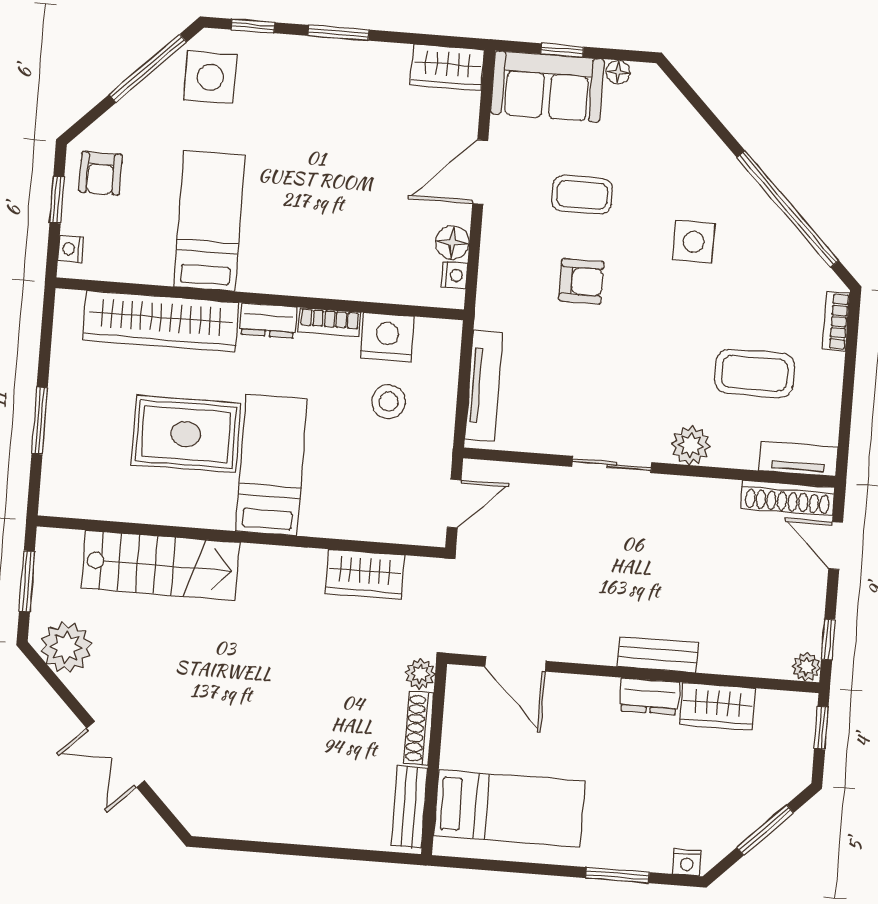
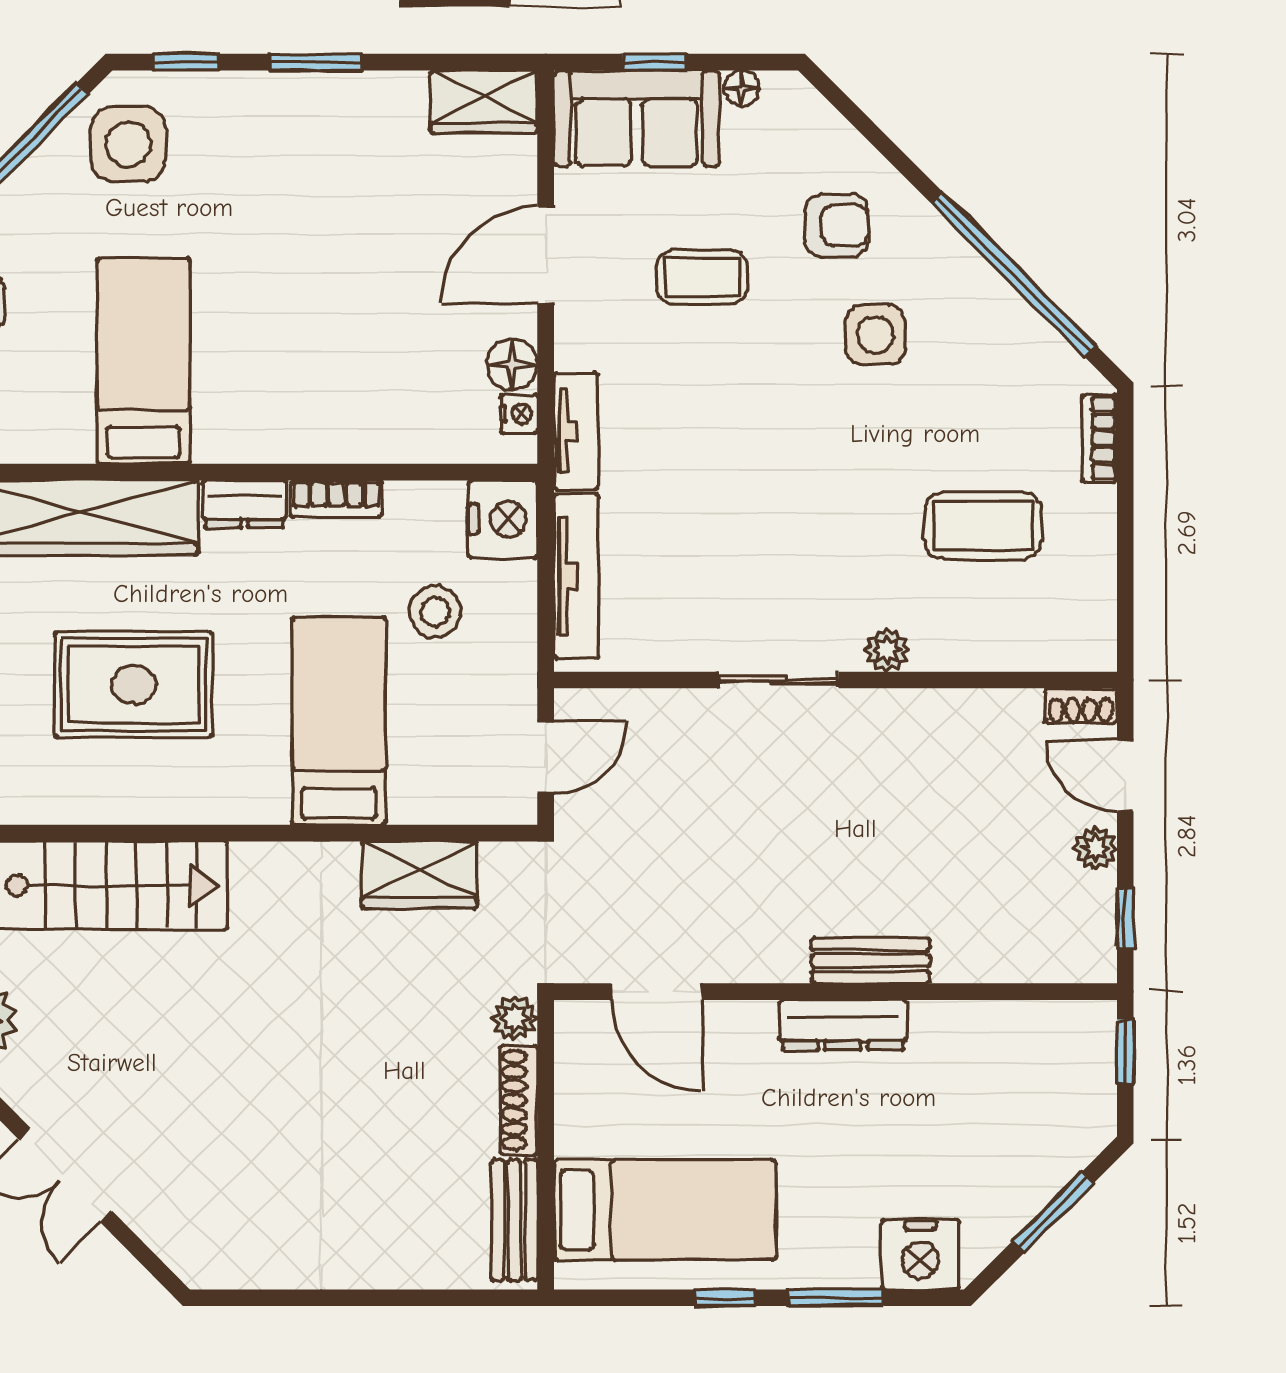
armchair: (581, 281) -> (837, 225), moved
nightstand: (387, 337) -> (503, 519), moved, turned 90
plant: (691, 445) -> (887, 650), width x0.73, depth x0.73
tv unit: (798, 459) -> (576, 431), moved, turned 90
bed: (271, 465) -> (339, 721), moved
shoe rack: (788, 498) -> (1081, 706), width x0.51, depth x0.81
plant: (806, 667) -> (1095, 848), moved
dresser: (649, 696) -> (843, 1025), width x1.44
wardrobe: (717, 706) -> (966, 1032), removed
nightstand: (687, 862) -> (920, 1255), width x1.89, depth x1.79
window: (545, 869) -> (725, 1298), added

